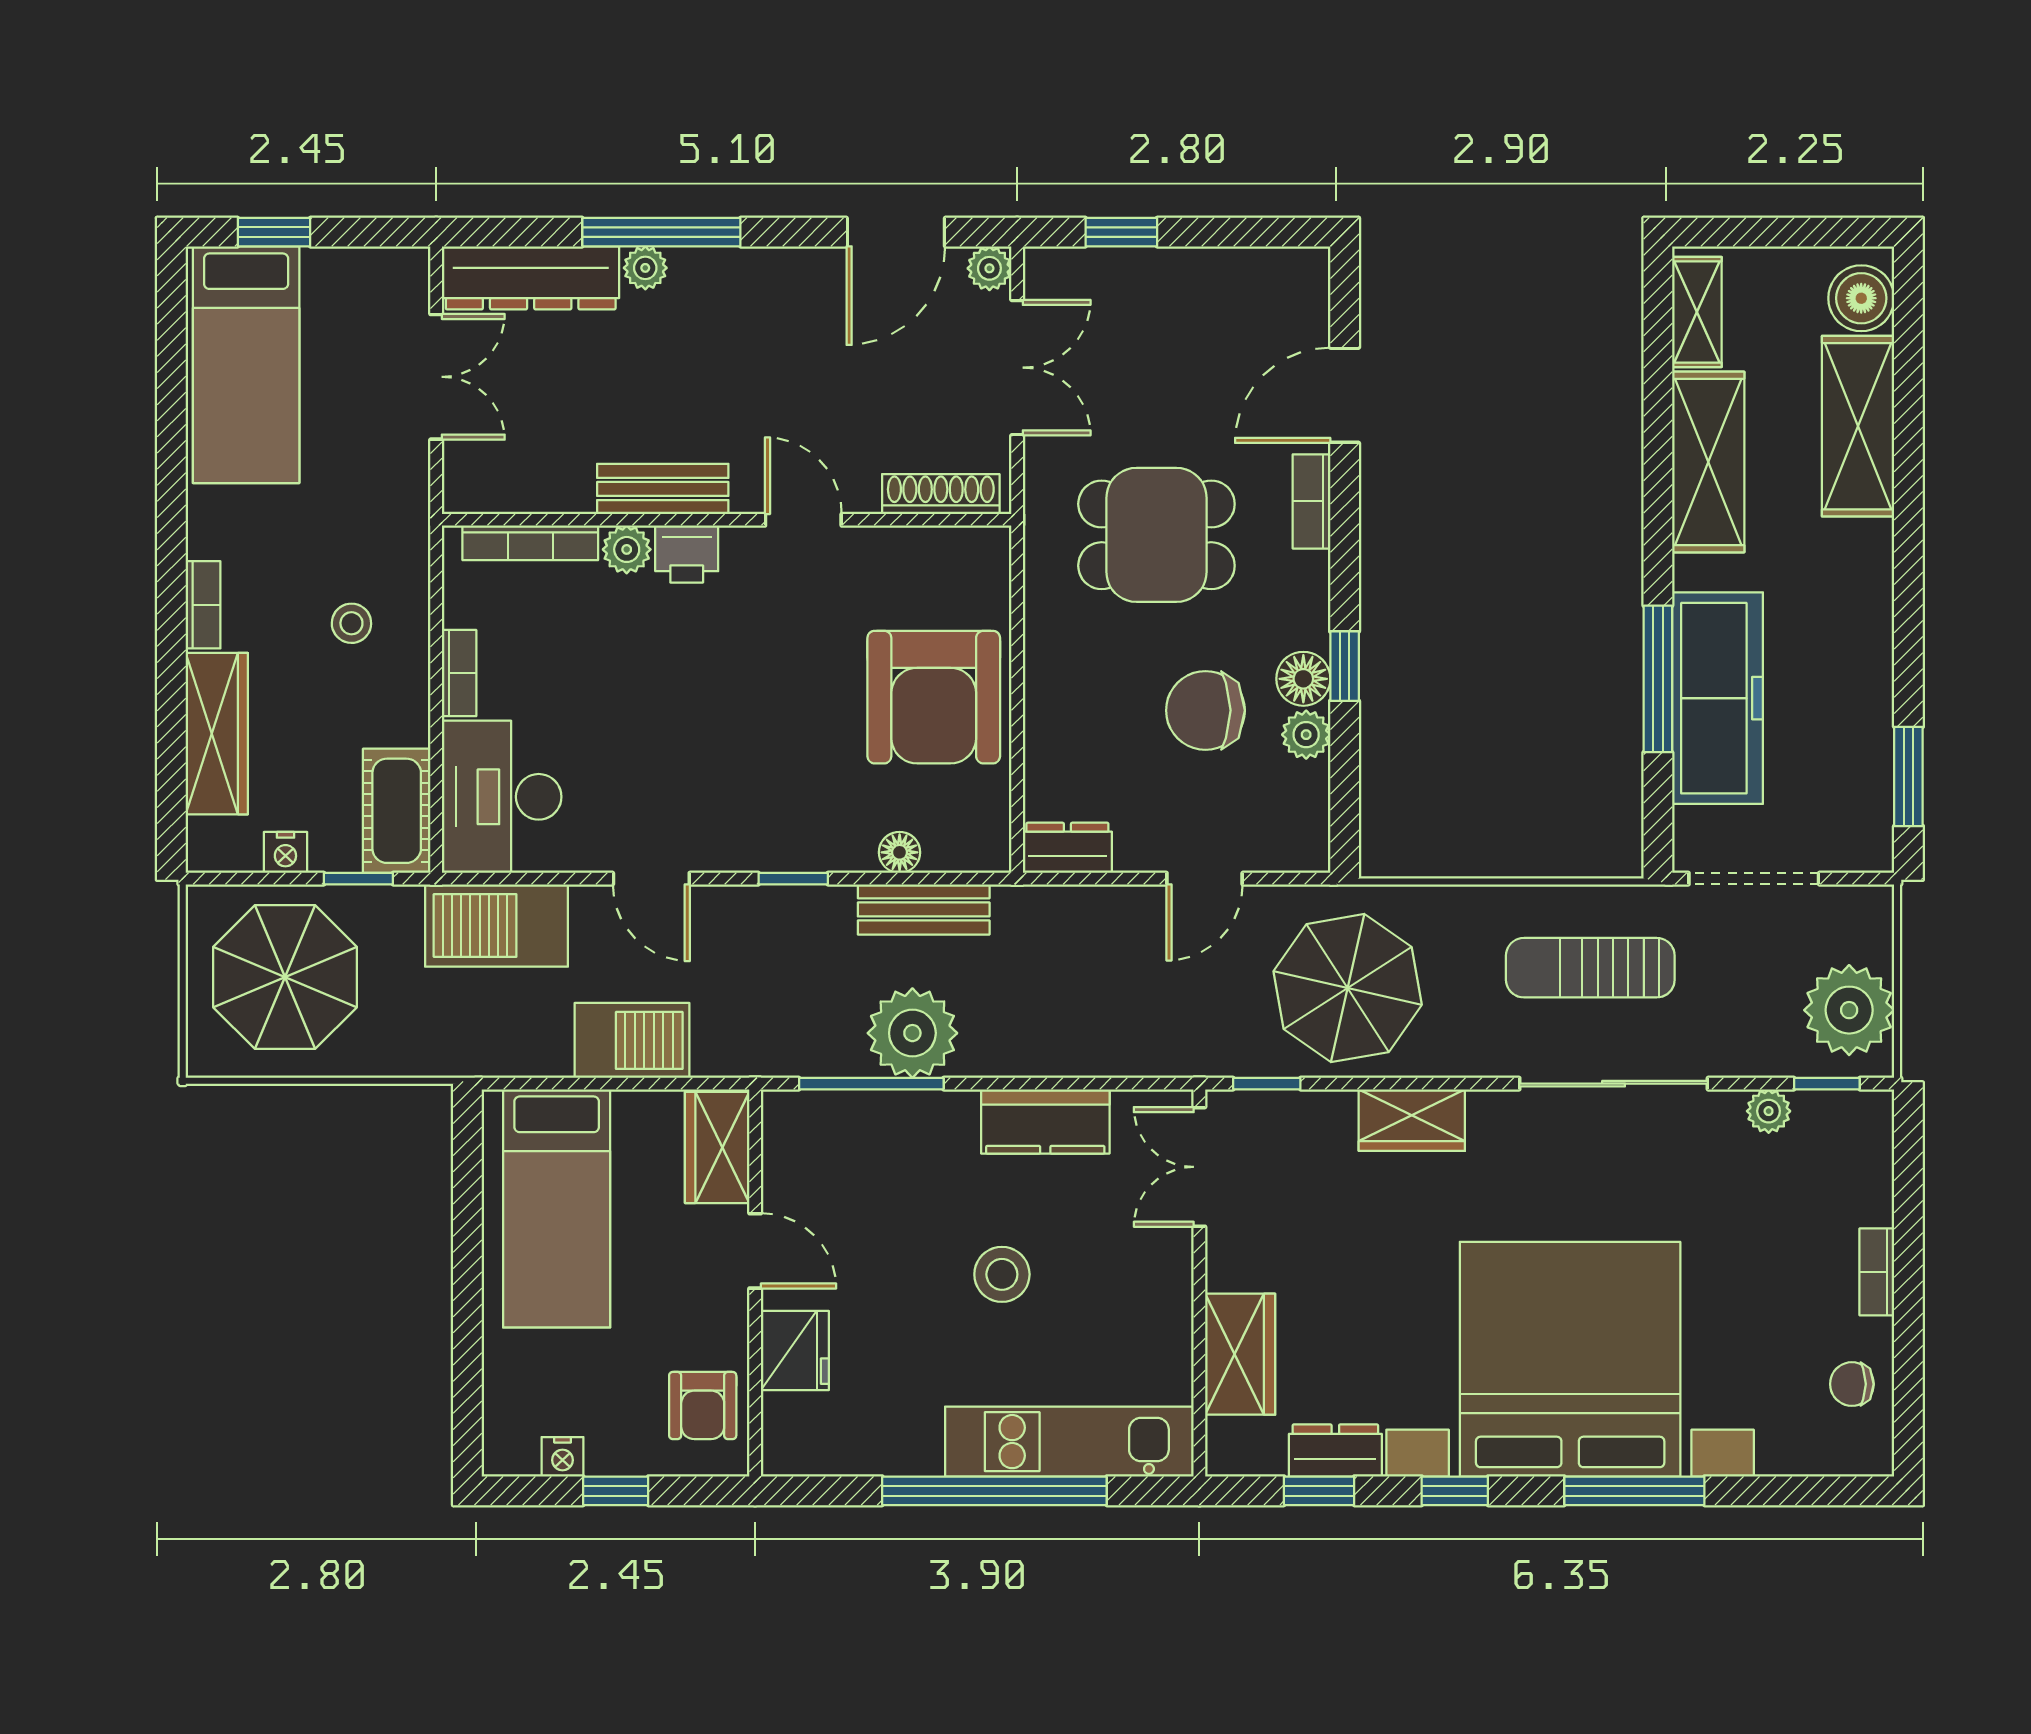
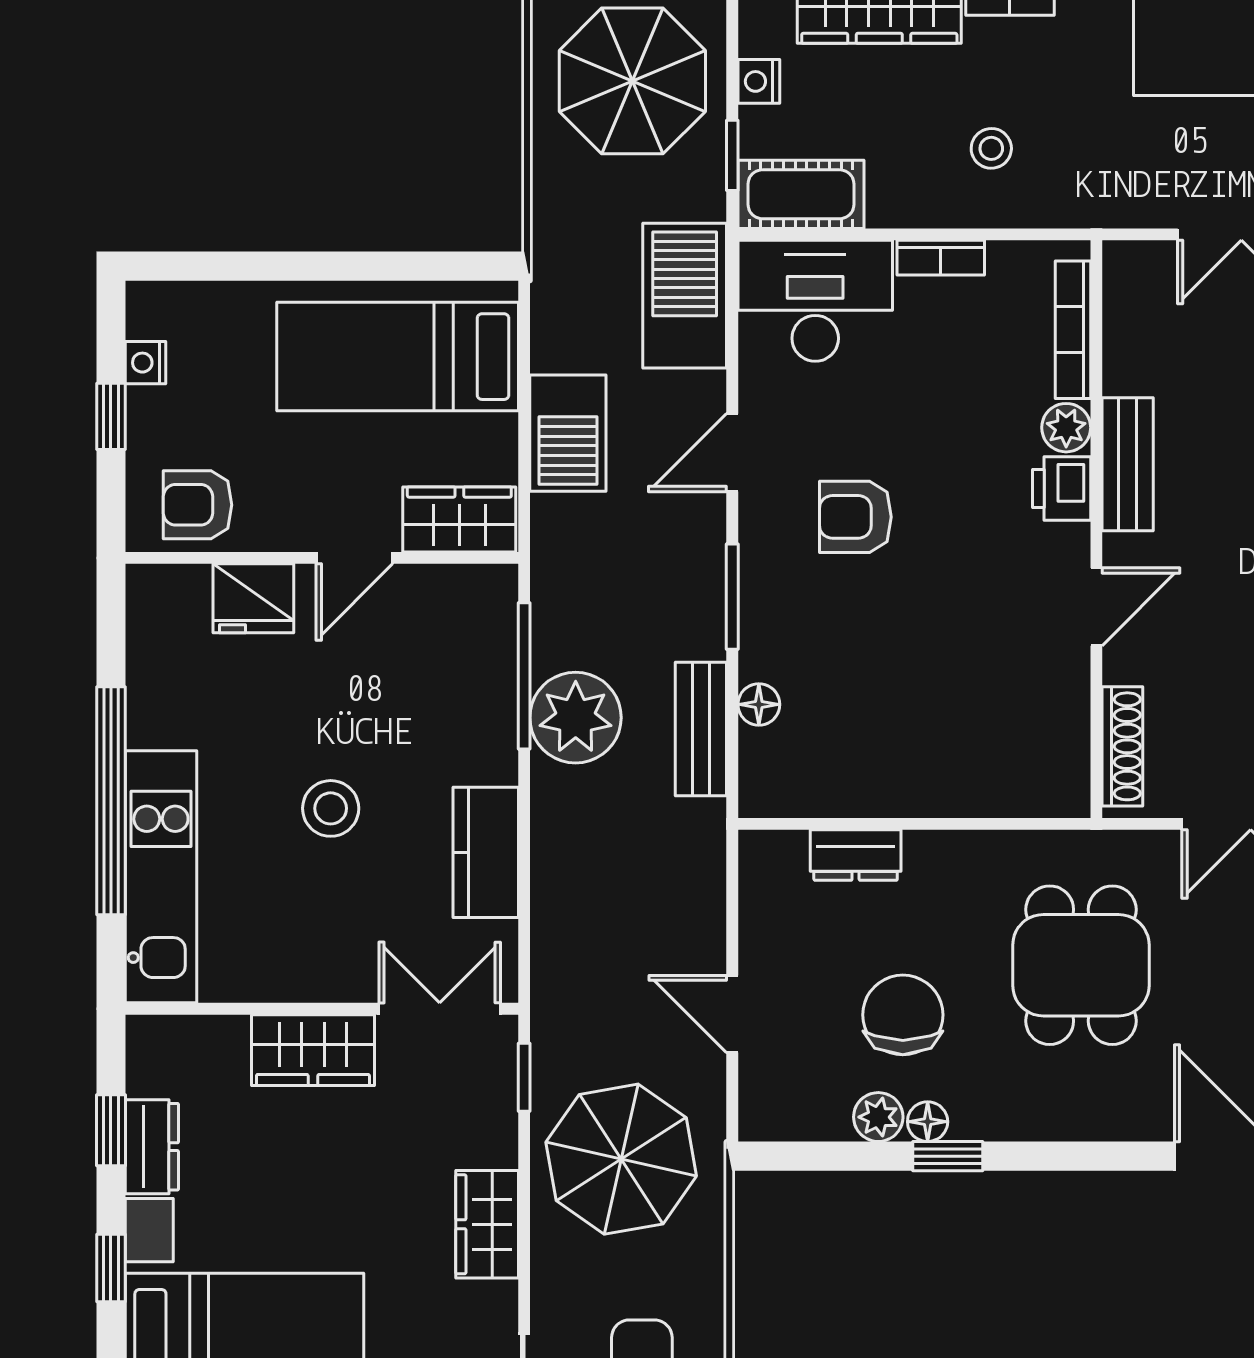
bookcase: (1312, 501) -> (1115, 1123), removed
floor lamp: (1303, 679) -> (928, 1122), width x0.73, depth x0.73
armchair: (934, 697) -> (855, 517), moved, width x0.53, depth x0.53
dresser: (1067, 848) -> (856, 855), moved, turned 90
window: (793, 879) -> (732, 597), width x1.50
wardrobe: (1240, 1354) -> (313, 1050), moved

